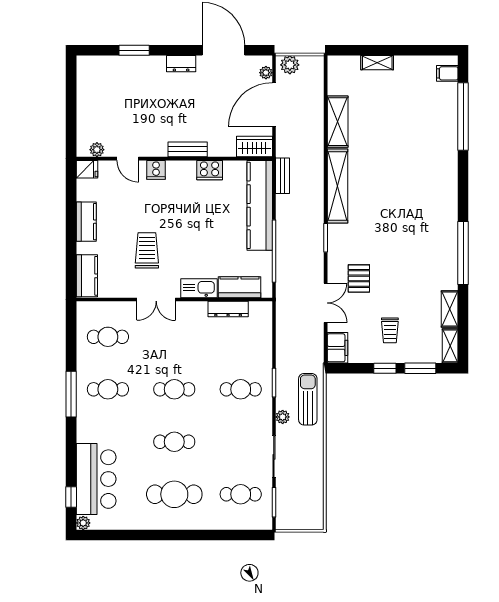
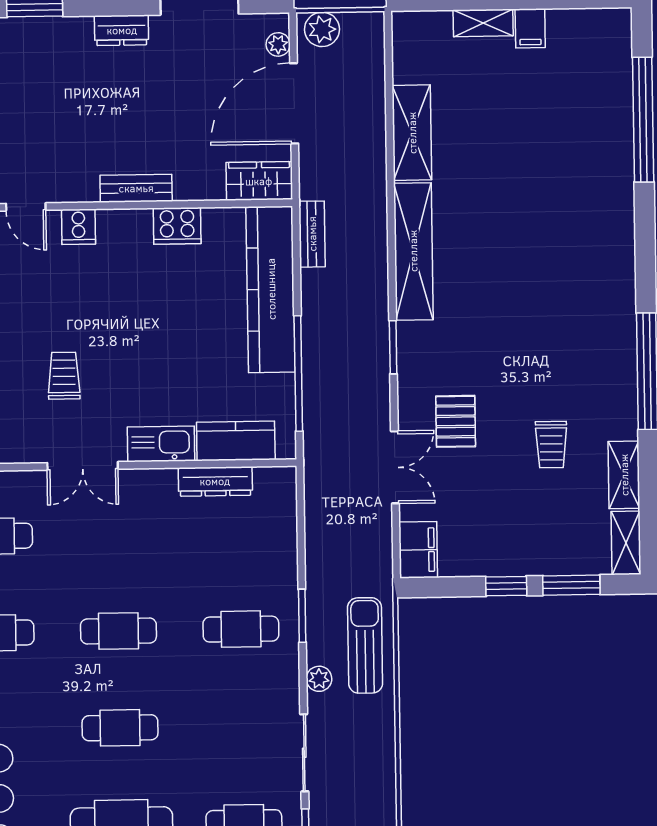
filing cabinet: (447, 73) -> (530, 28), moved, turned -90
trolley: (147, 250) -> (64, 376), width x0.73, depth x0.72
trolley: (390, 330) -> (551, 445), moved

